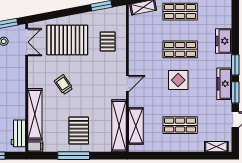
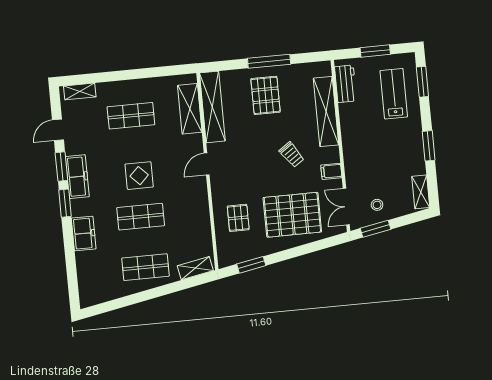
filing cabinet: (35, 146) -> (331, 171), moved

